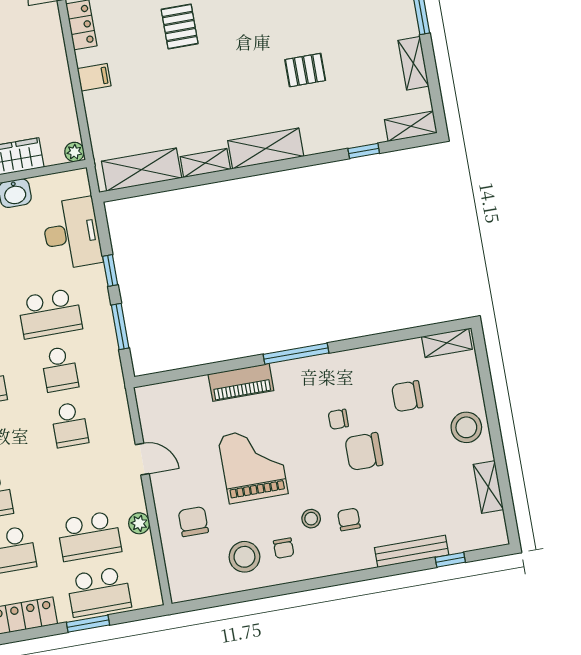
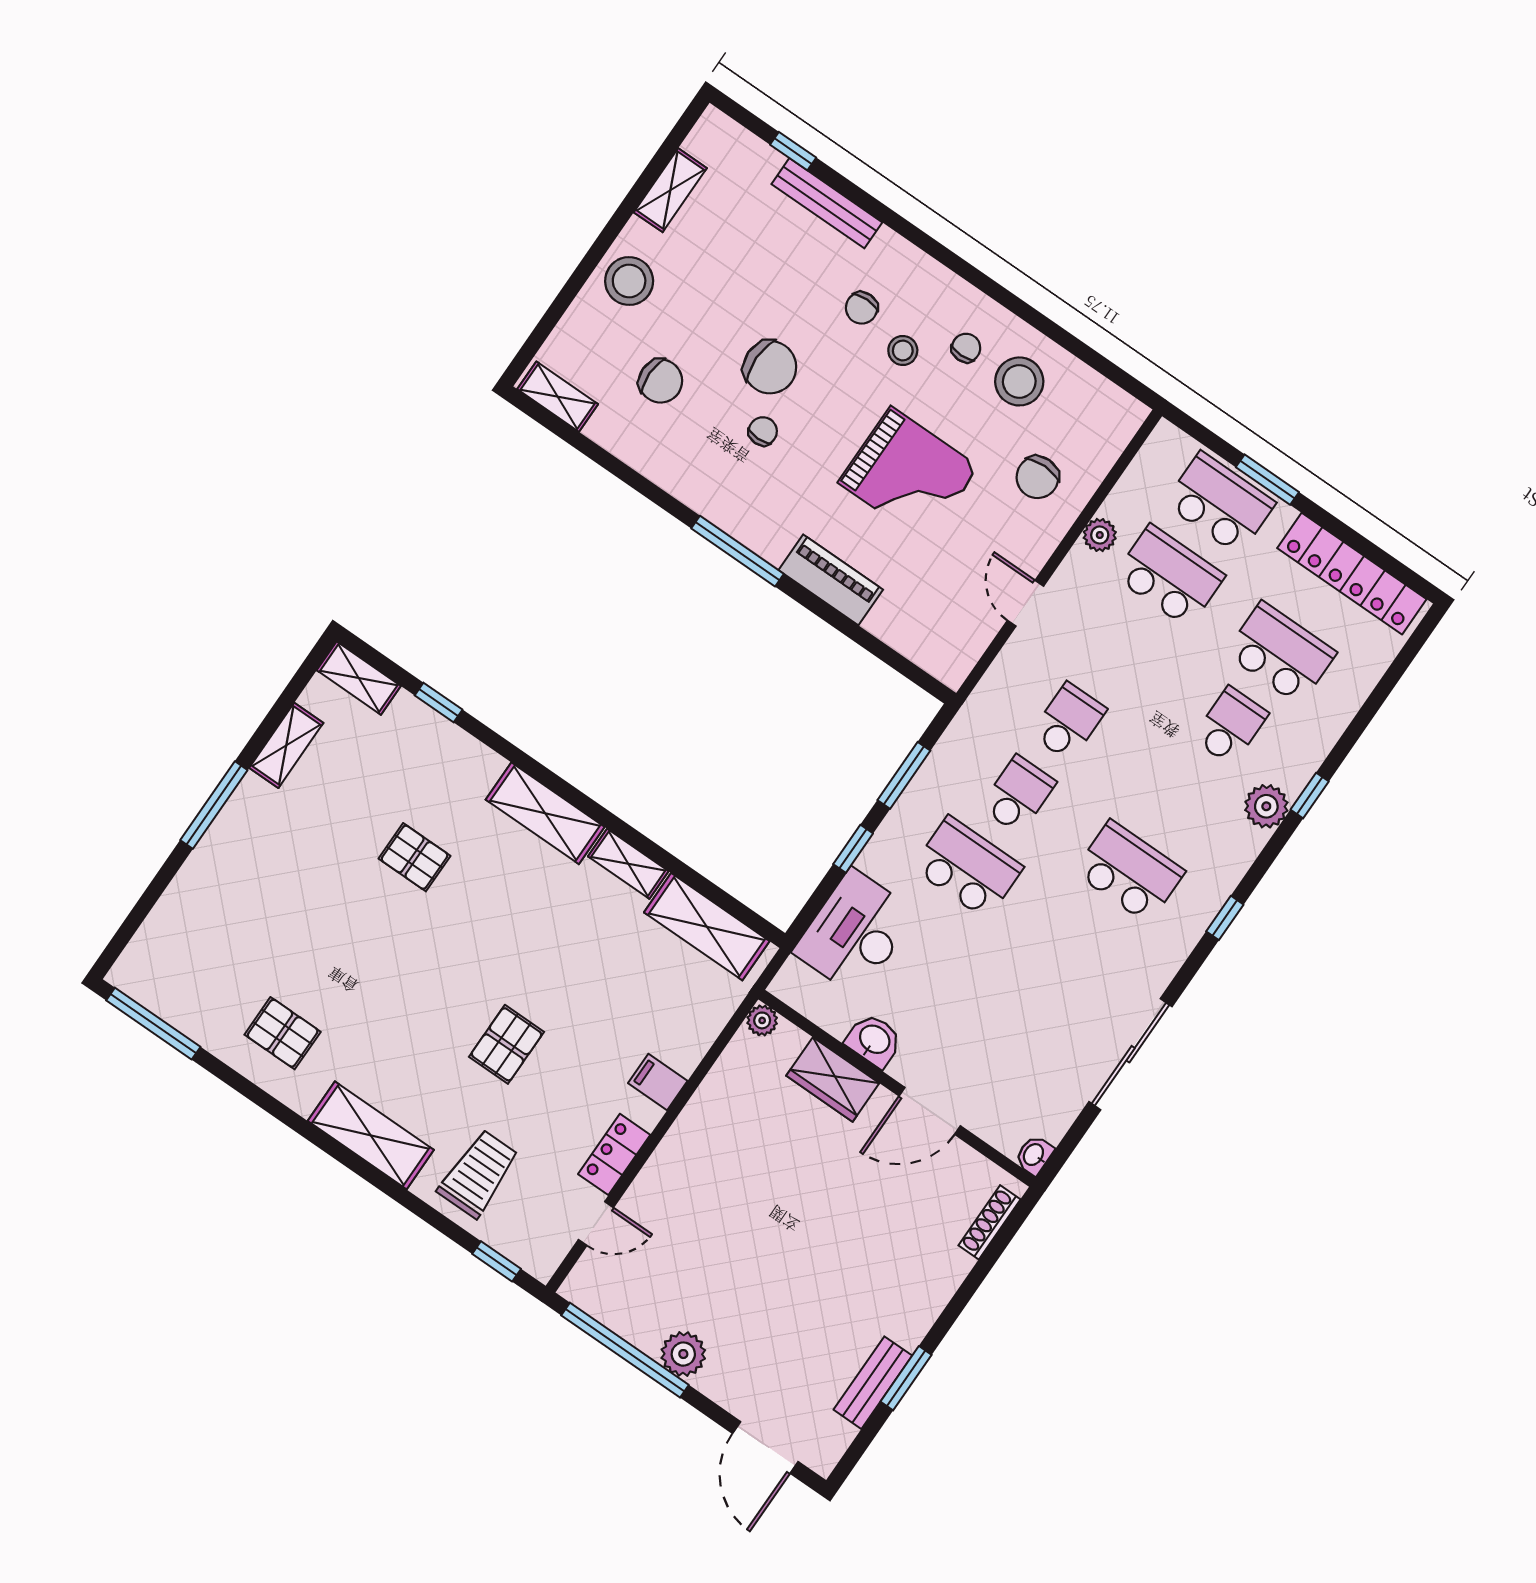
chair: (338, 419) -> (763, 431), turned -90
grand piano: (253, 465) -> (908, 475), turned -90

